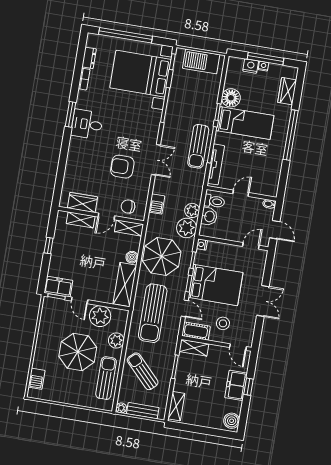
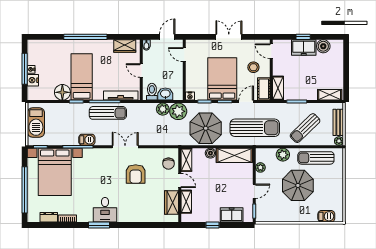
wardrobe: (287, 91) -> (125, 46), moved
barbecue: (157, 204) -> (87, 140), moved
freezer: (58, 287) -> (232, 215), moved, turned 90
plant: (100, 316) -> (260, 167), width x0.53, depth x0.53
door: (238, 347) -> (271, 51), swing flipped
boiler: (232, 421) -> (323, 46), moved

